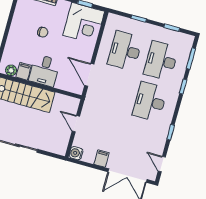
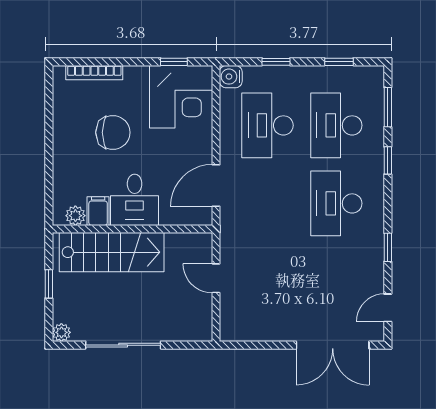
chair: (43, 32) -> (113, 132), width x1.87, depth x1.87
door: (89, 75) -> (216, 185), hinge flipped
water cooler: (76, 153) -> (231, 77), moved
filing cabinet: (102, 159) -> (278, 328), removed
door: (162, 164) -> (388, 308), hinge flipped

